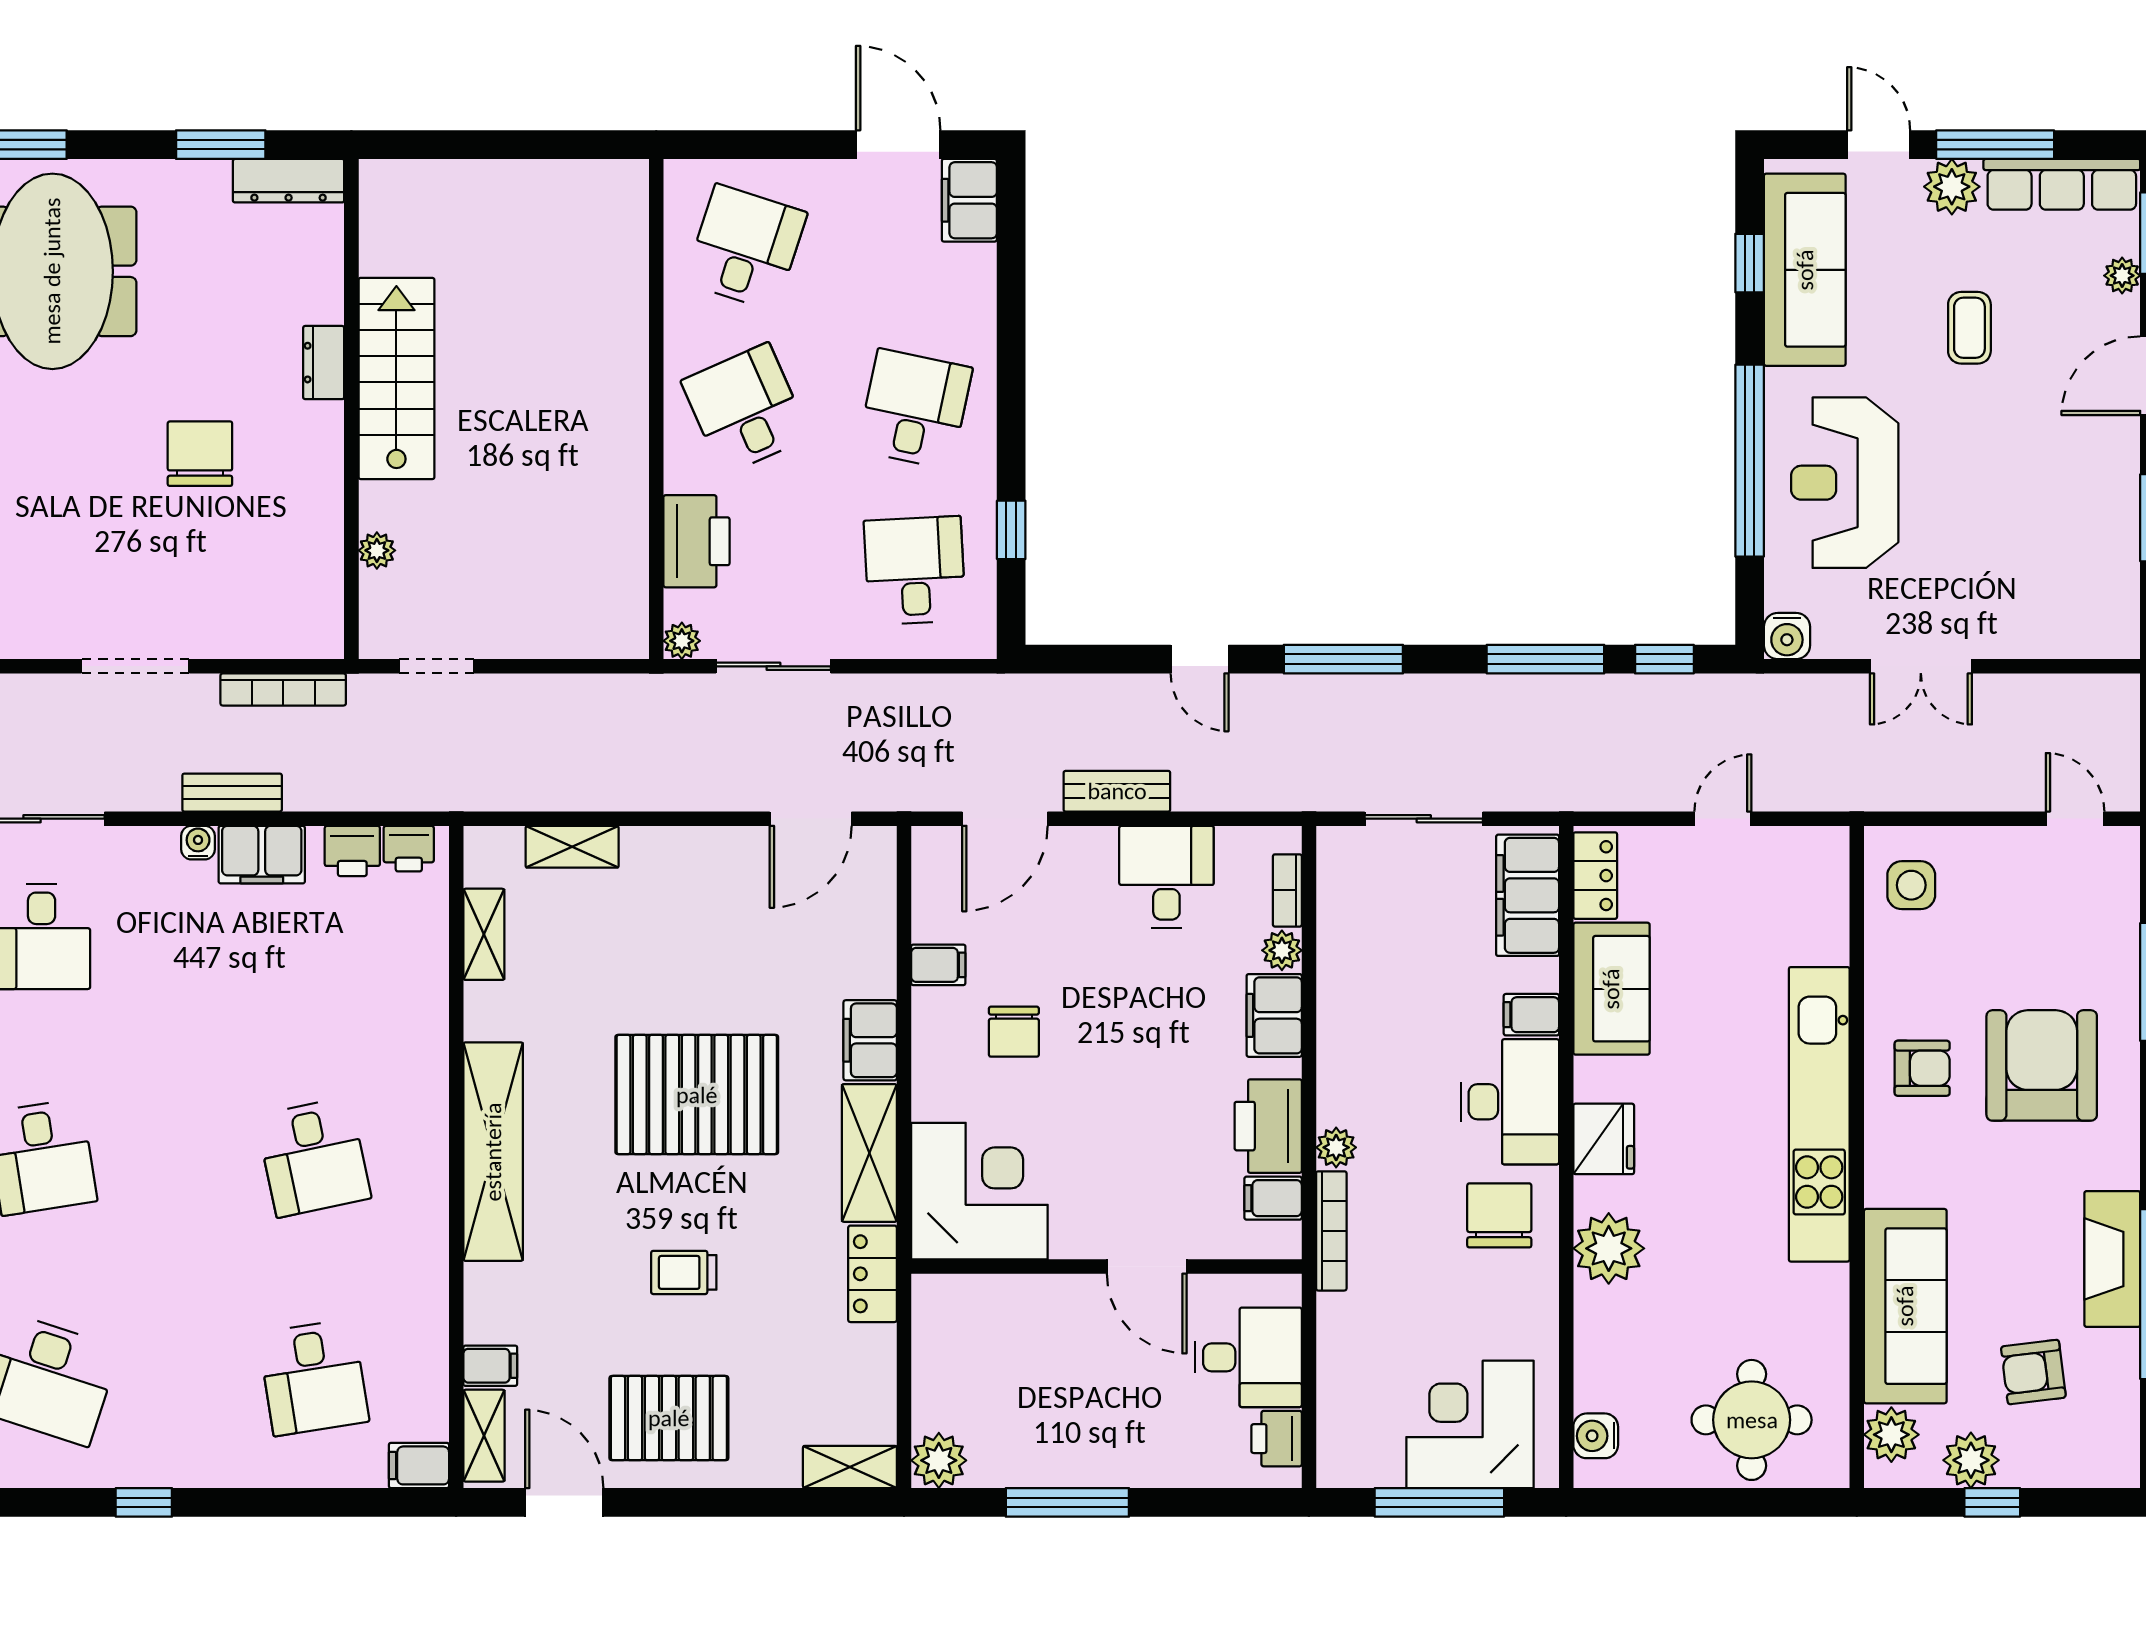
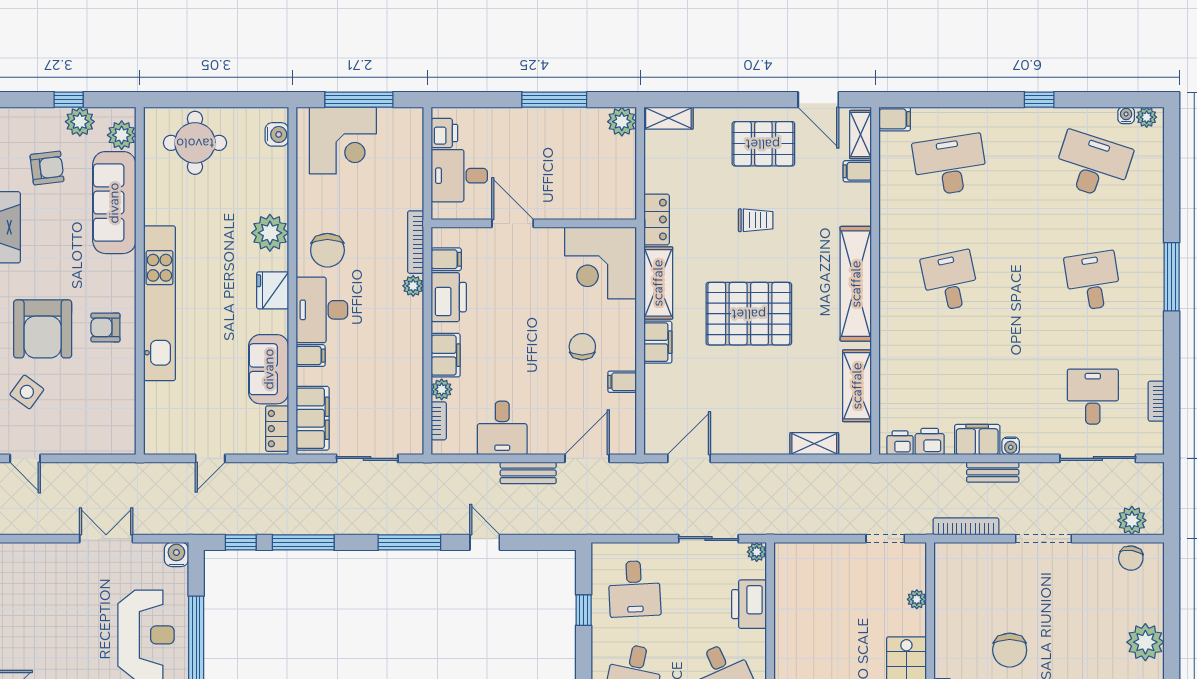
side table: (1911, 885) -> (27, 392), moved, turned 36
shelving: (484, 934) -> (857, 386), width x1.50, depth x1.33
desk: (313, 1377) -> (950, 165), width x1.37

